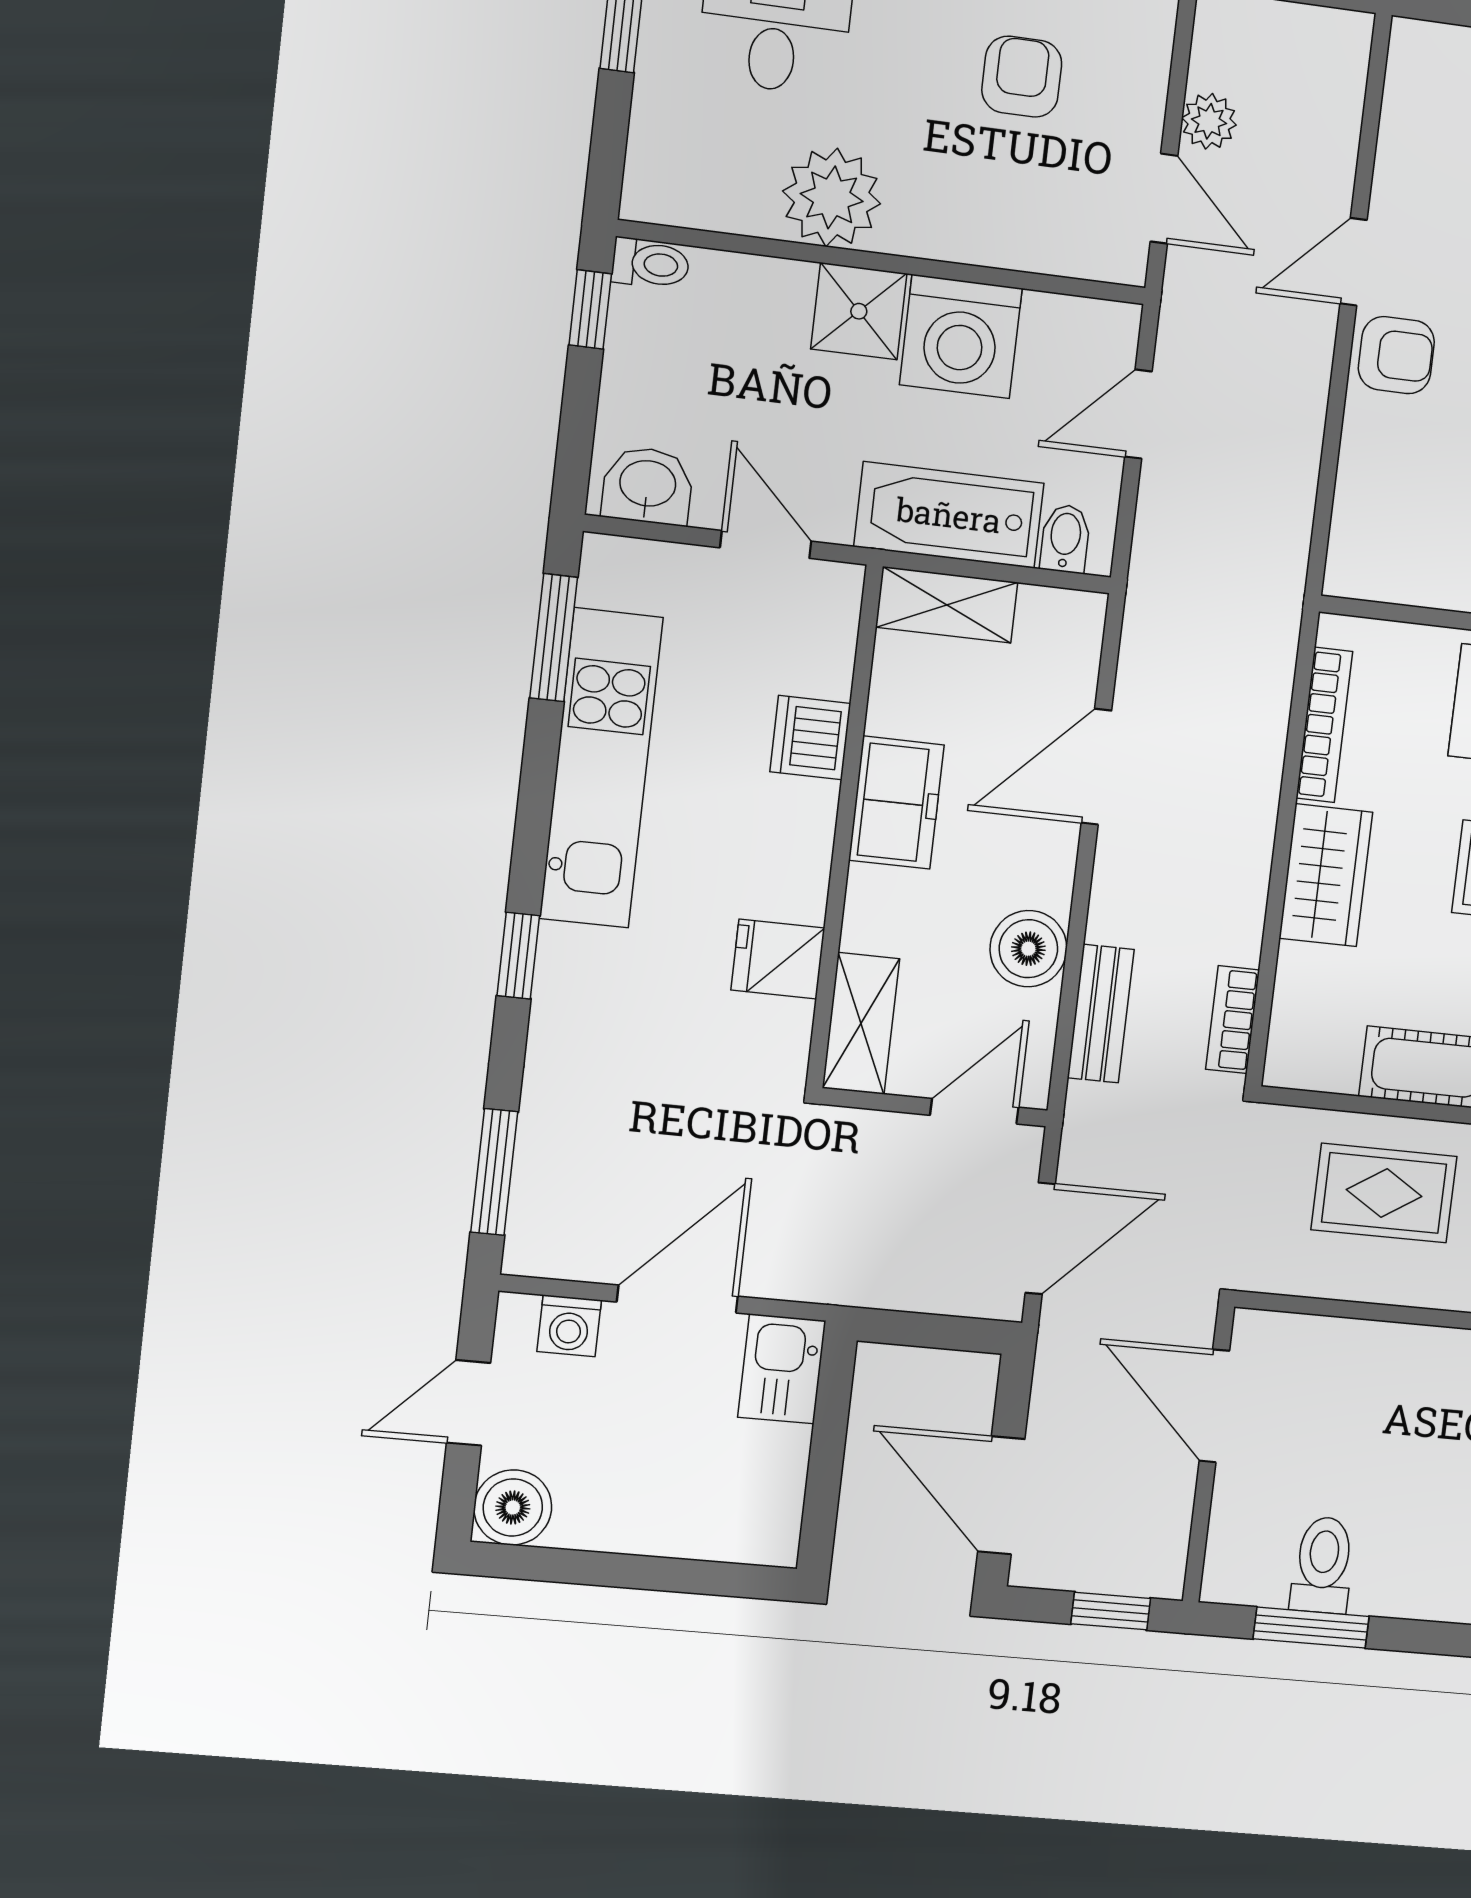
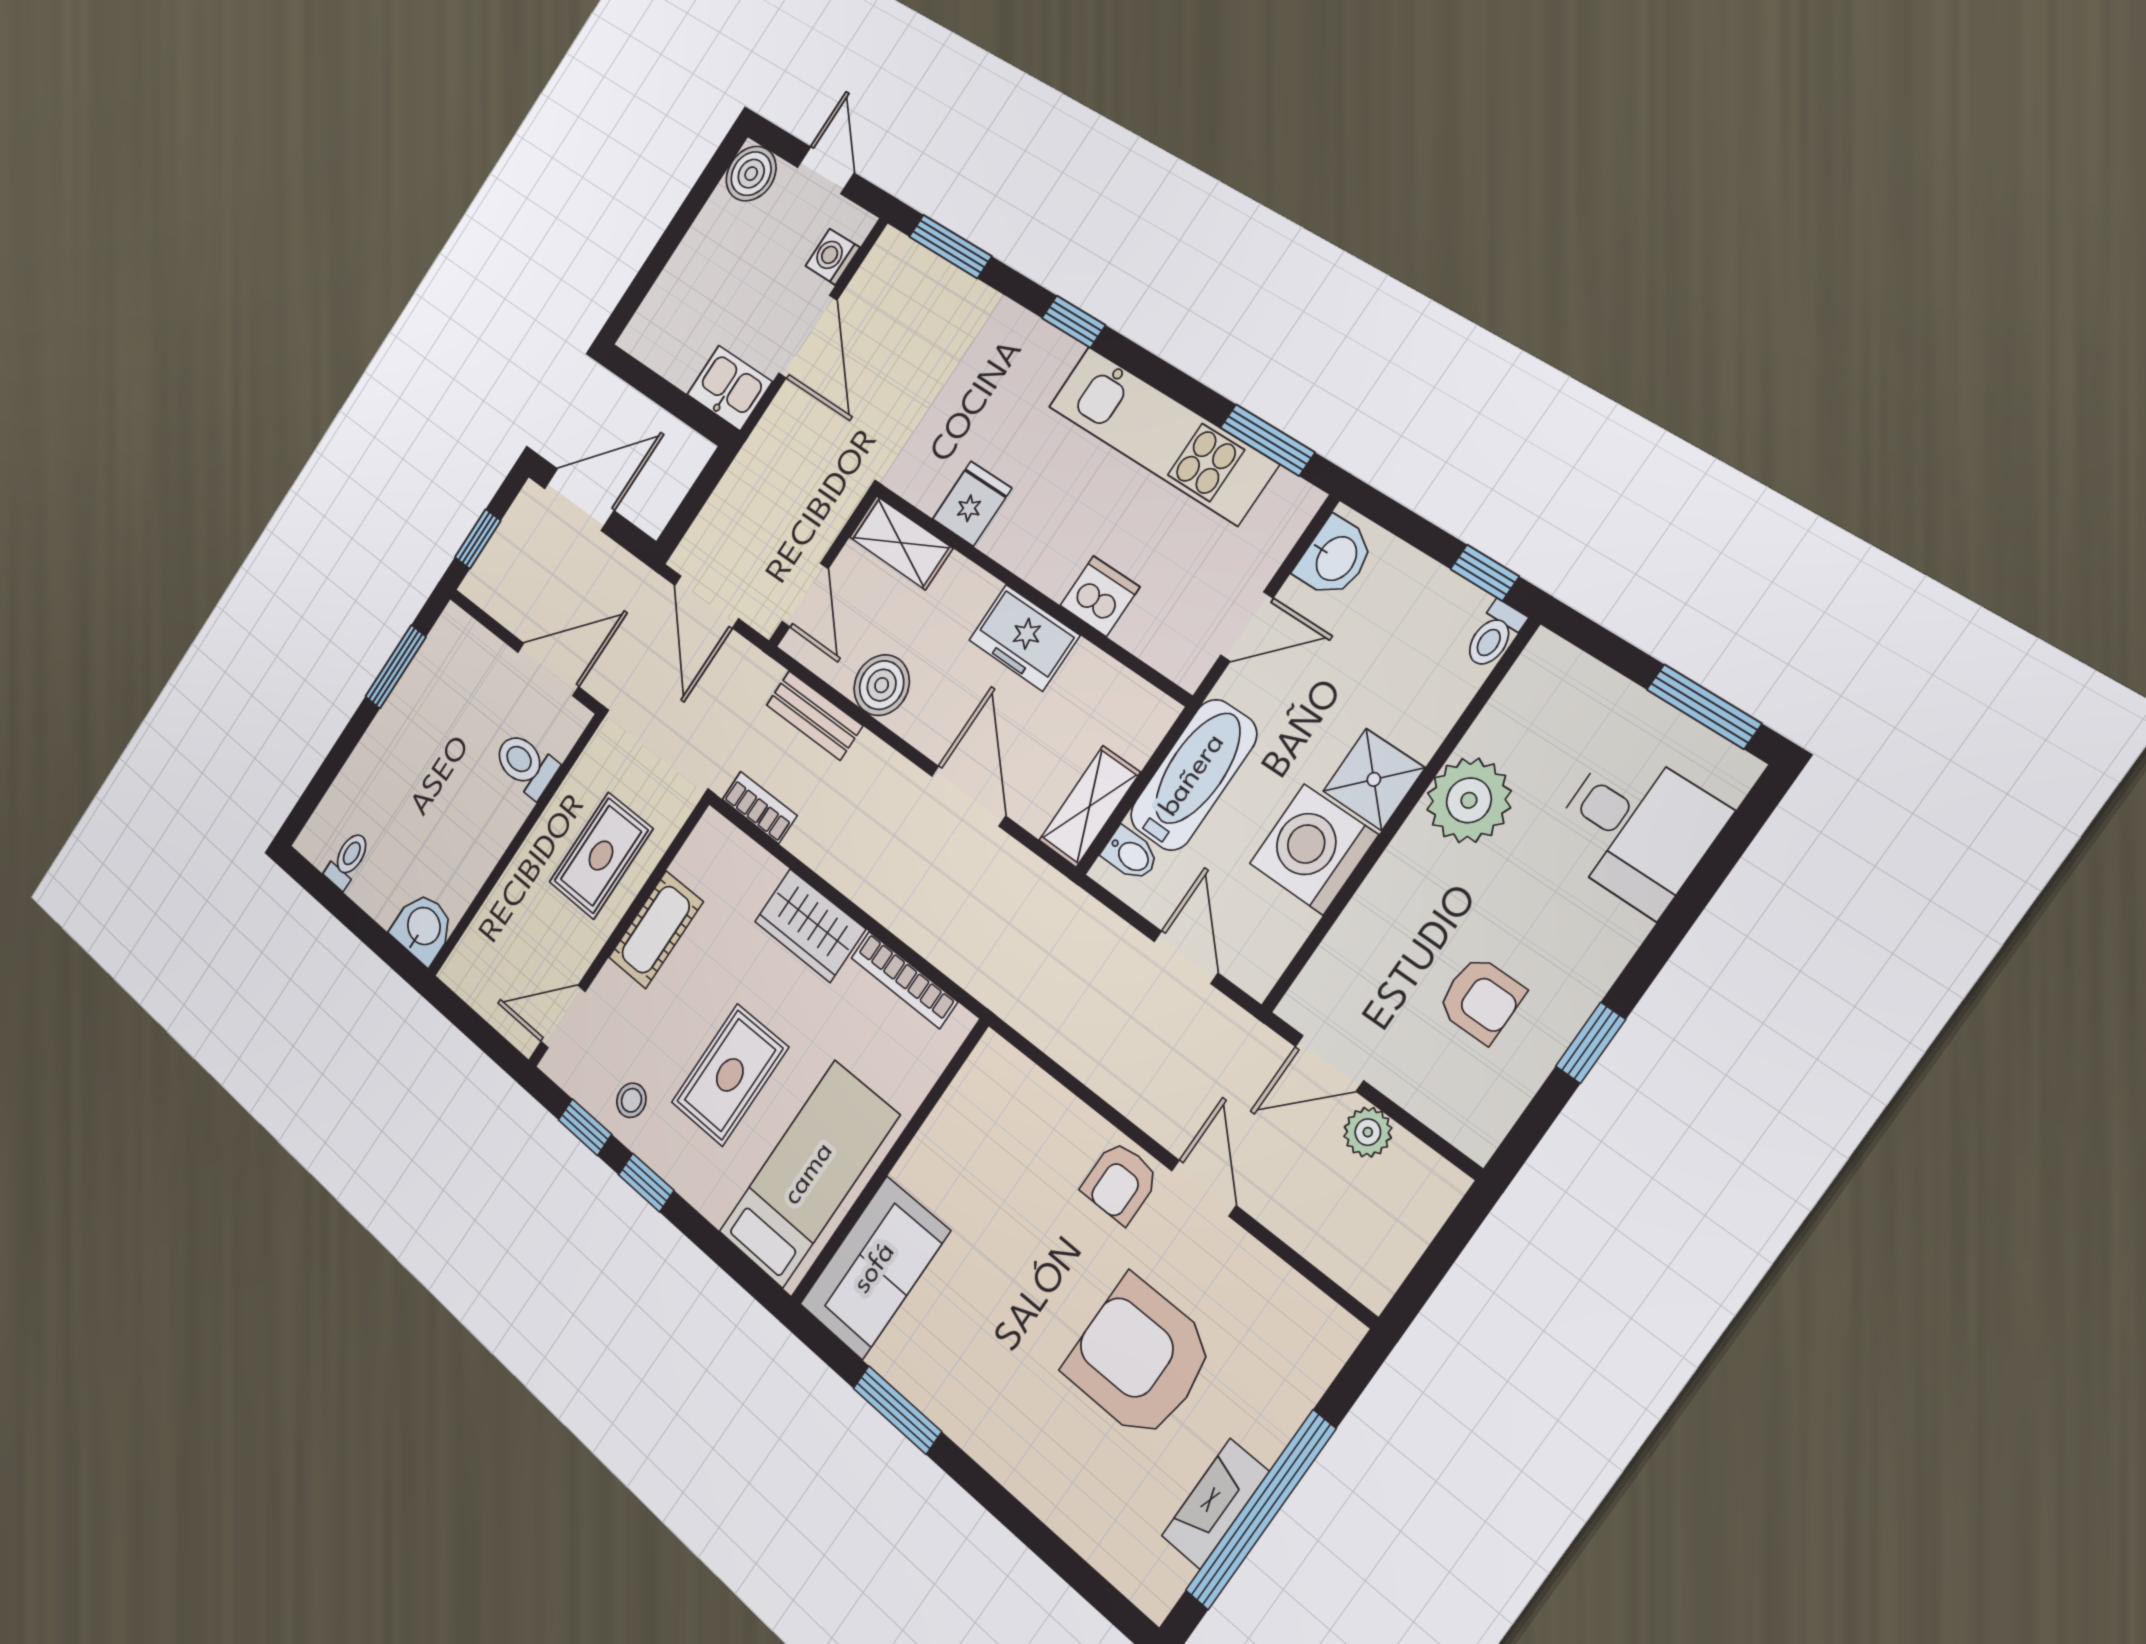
shelving: (947, 605) -> (1090, 806), moved
toilet: (1323, 1565) -> (526, 764), moved, turned 180

